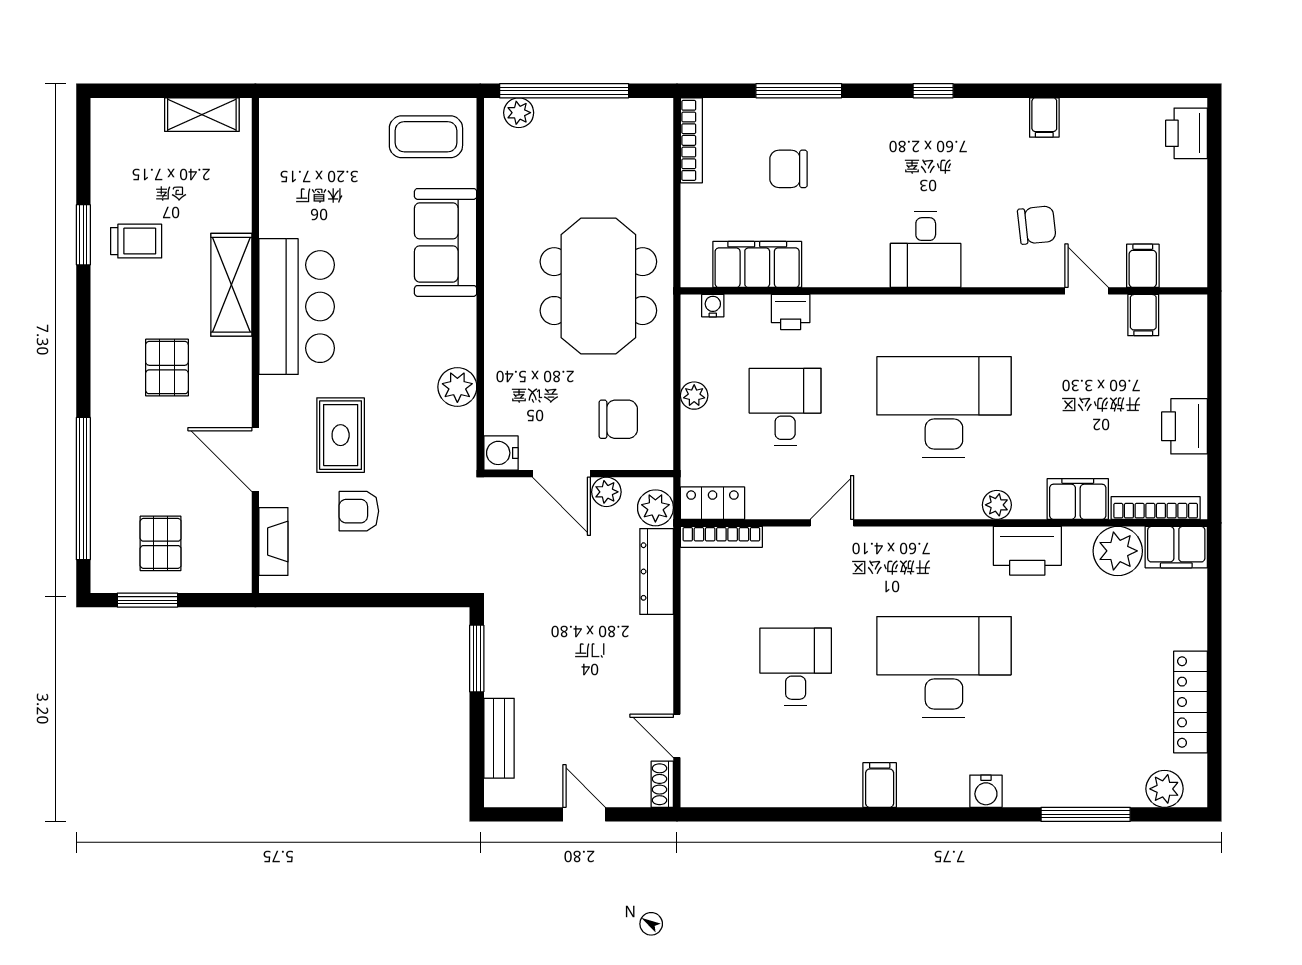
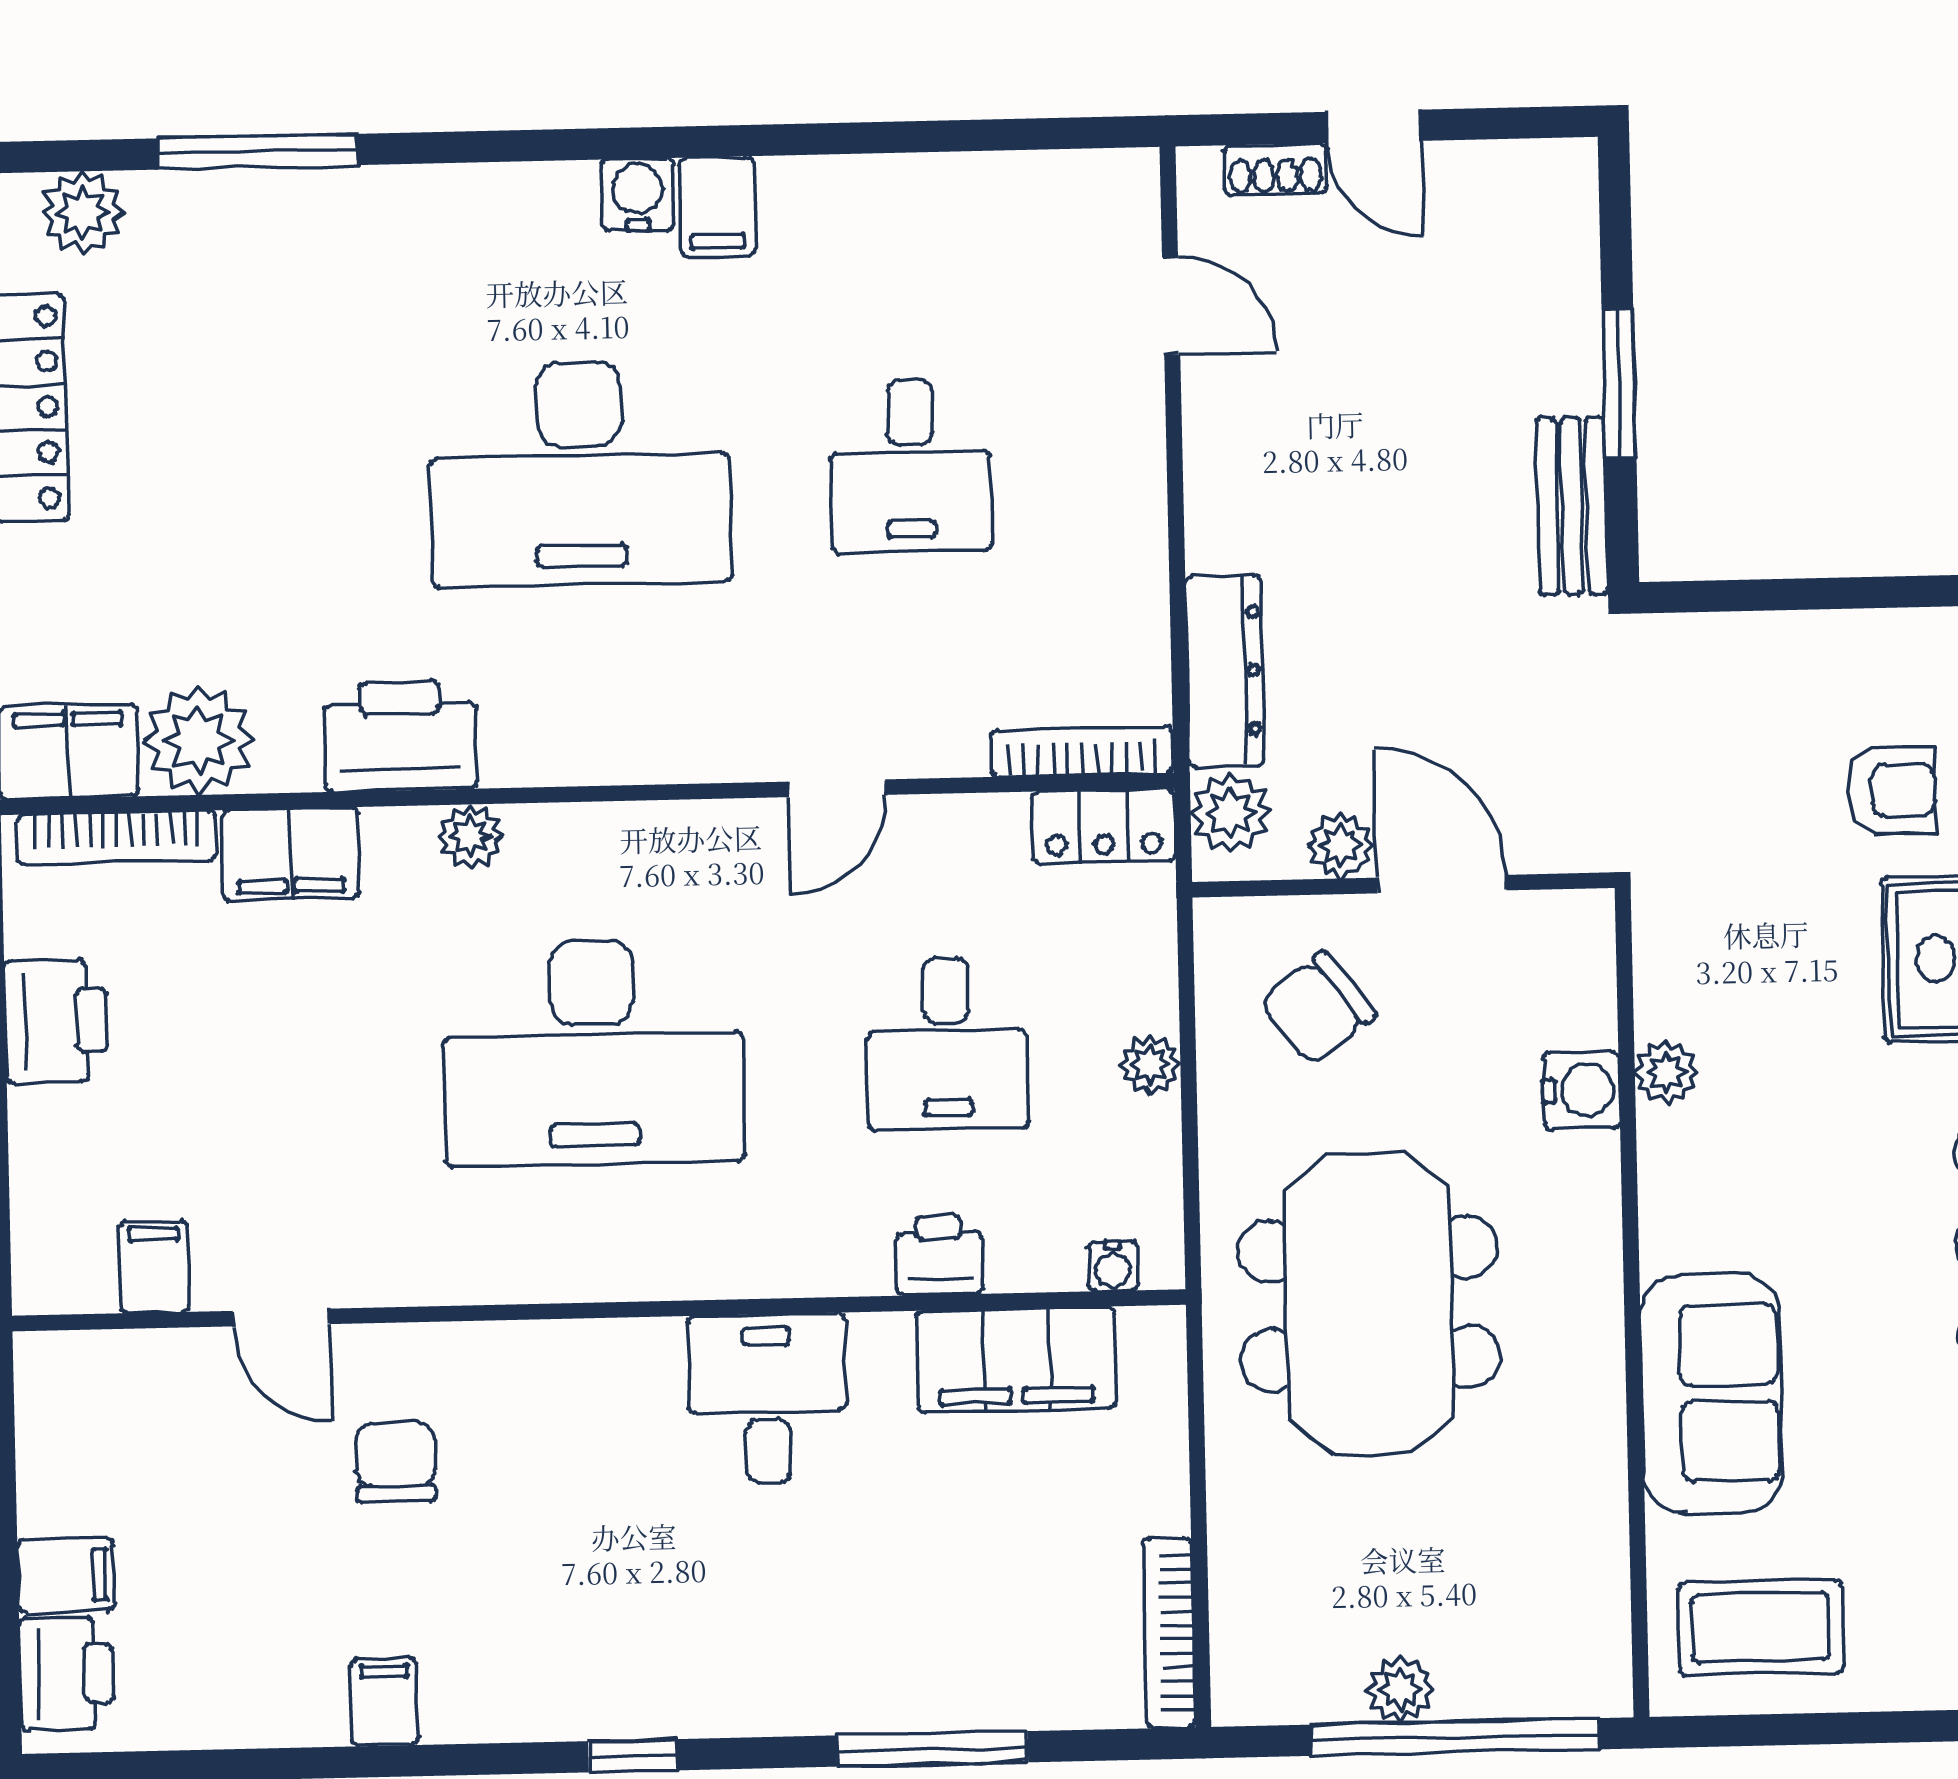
plant: (519, 113) -> (1400, 1689), moved
chair: (788, 169) -> (951, 1574), removed
chair: (1037, 225) -> (396, 1462), turned 96
desk: (926, 250) -> (767, 1399), moved
filing cabinet: (1143, 266) -> (66, 1575), moved, turned -90
plant: (457, 387) -> (1666, 1072), width x0.73, depth x0.73
chair: (618, 419) -> (1318, 1008), turned -37
water cooler: (501, 453) -> (1581, 1090), moved
window: (477, 658) -> (1619, 384), moved
bench: (499, 738) -> (1572, 506), moved
shoe rack: (662, 784) -> (1275, 169), moved, turned 90
water cooler: (986, 791) -> (637, 195), moved

